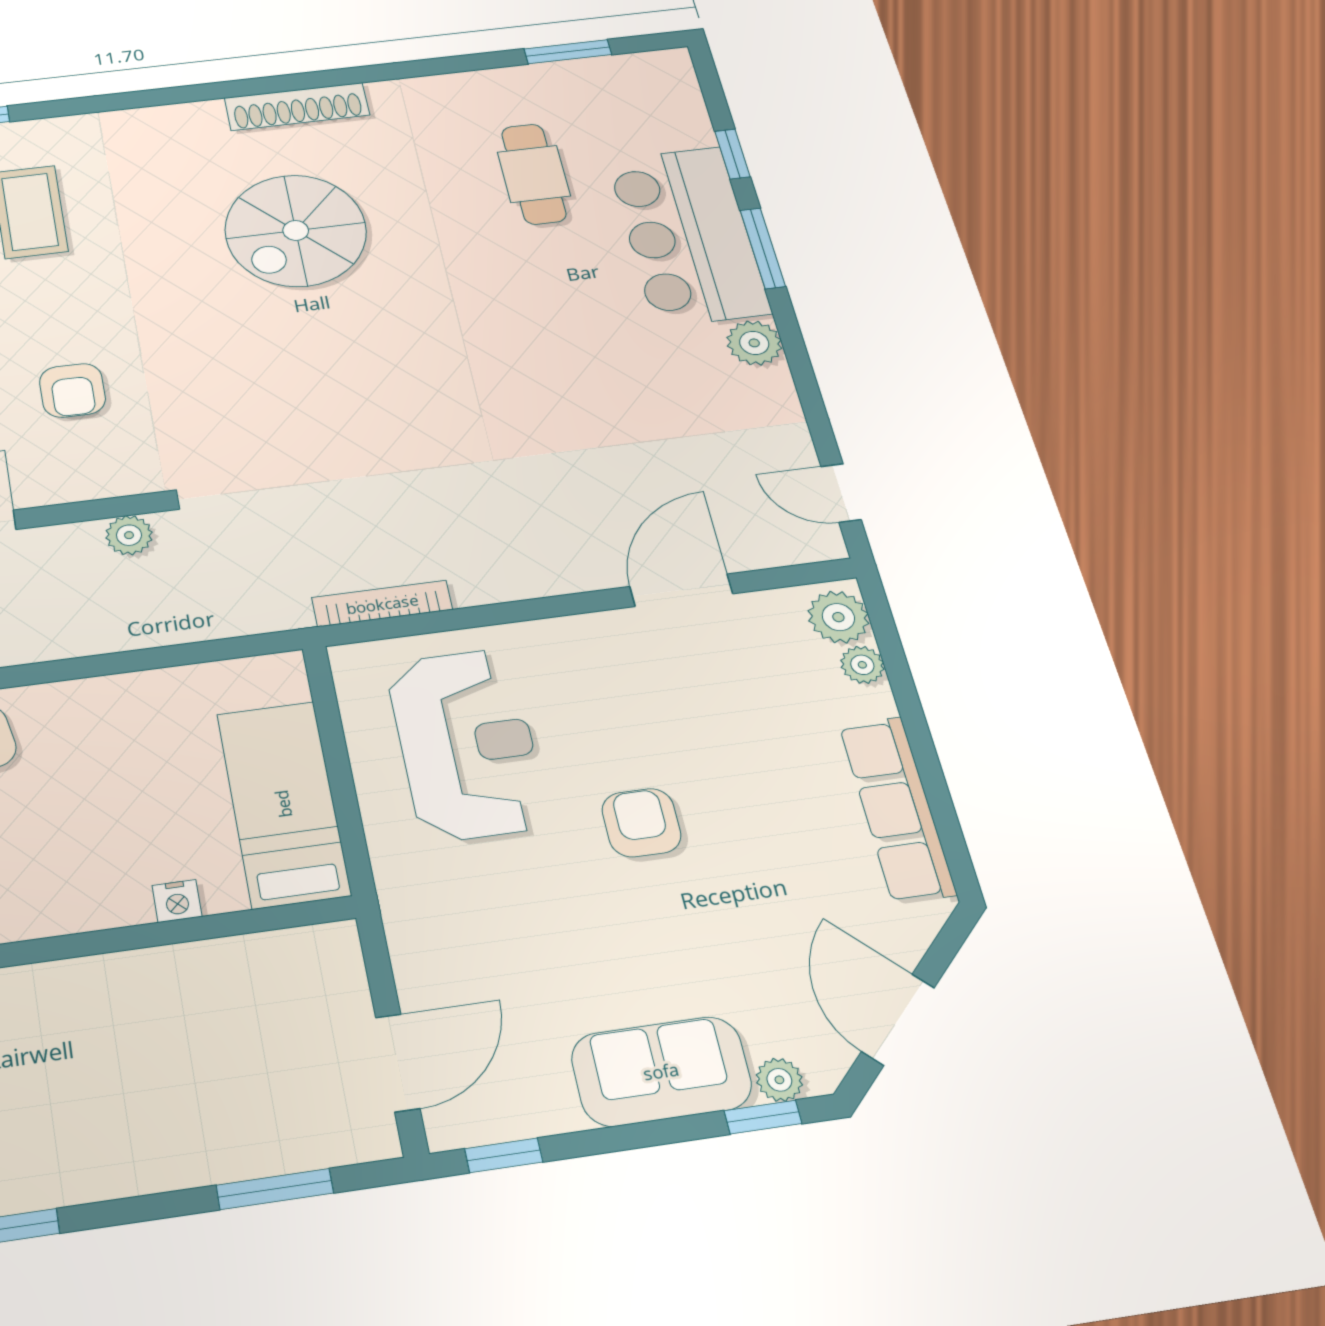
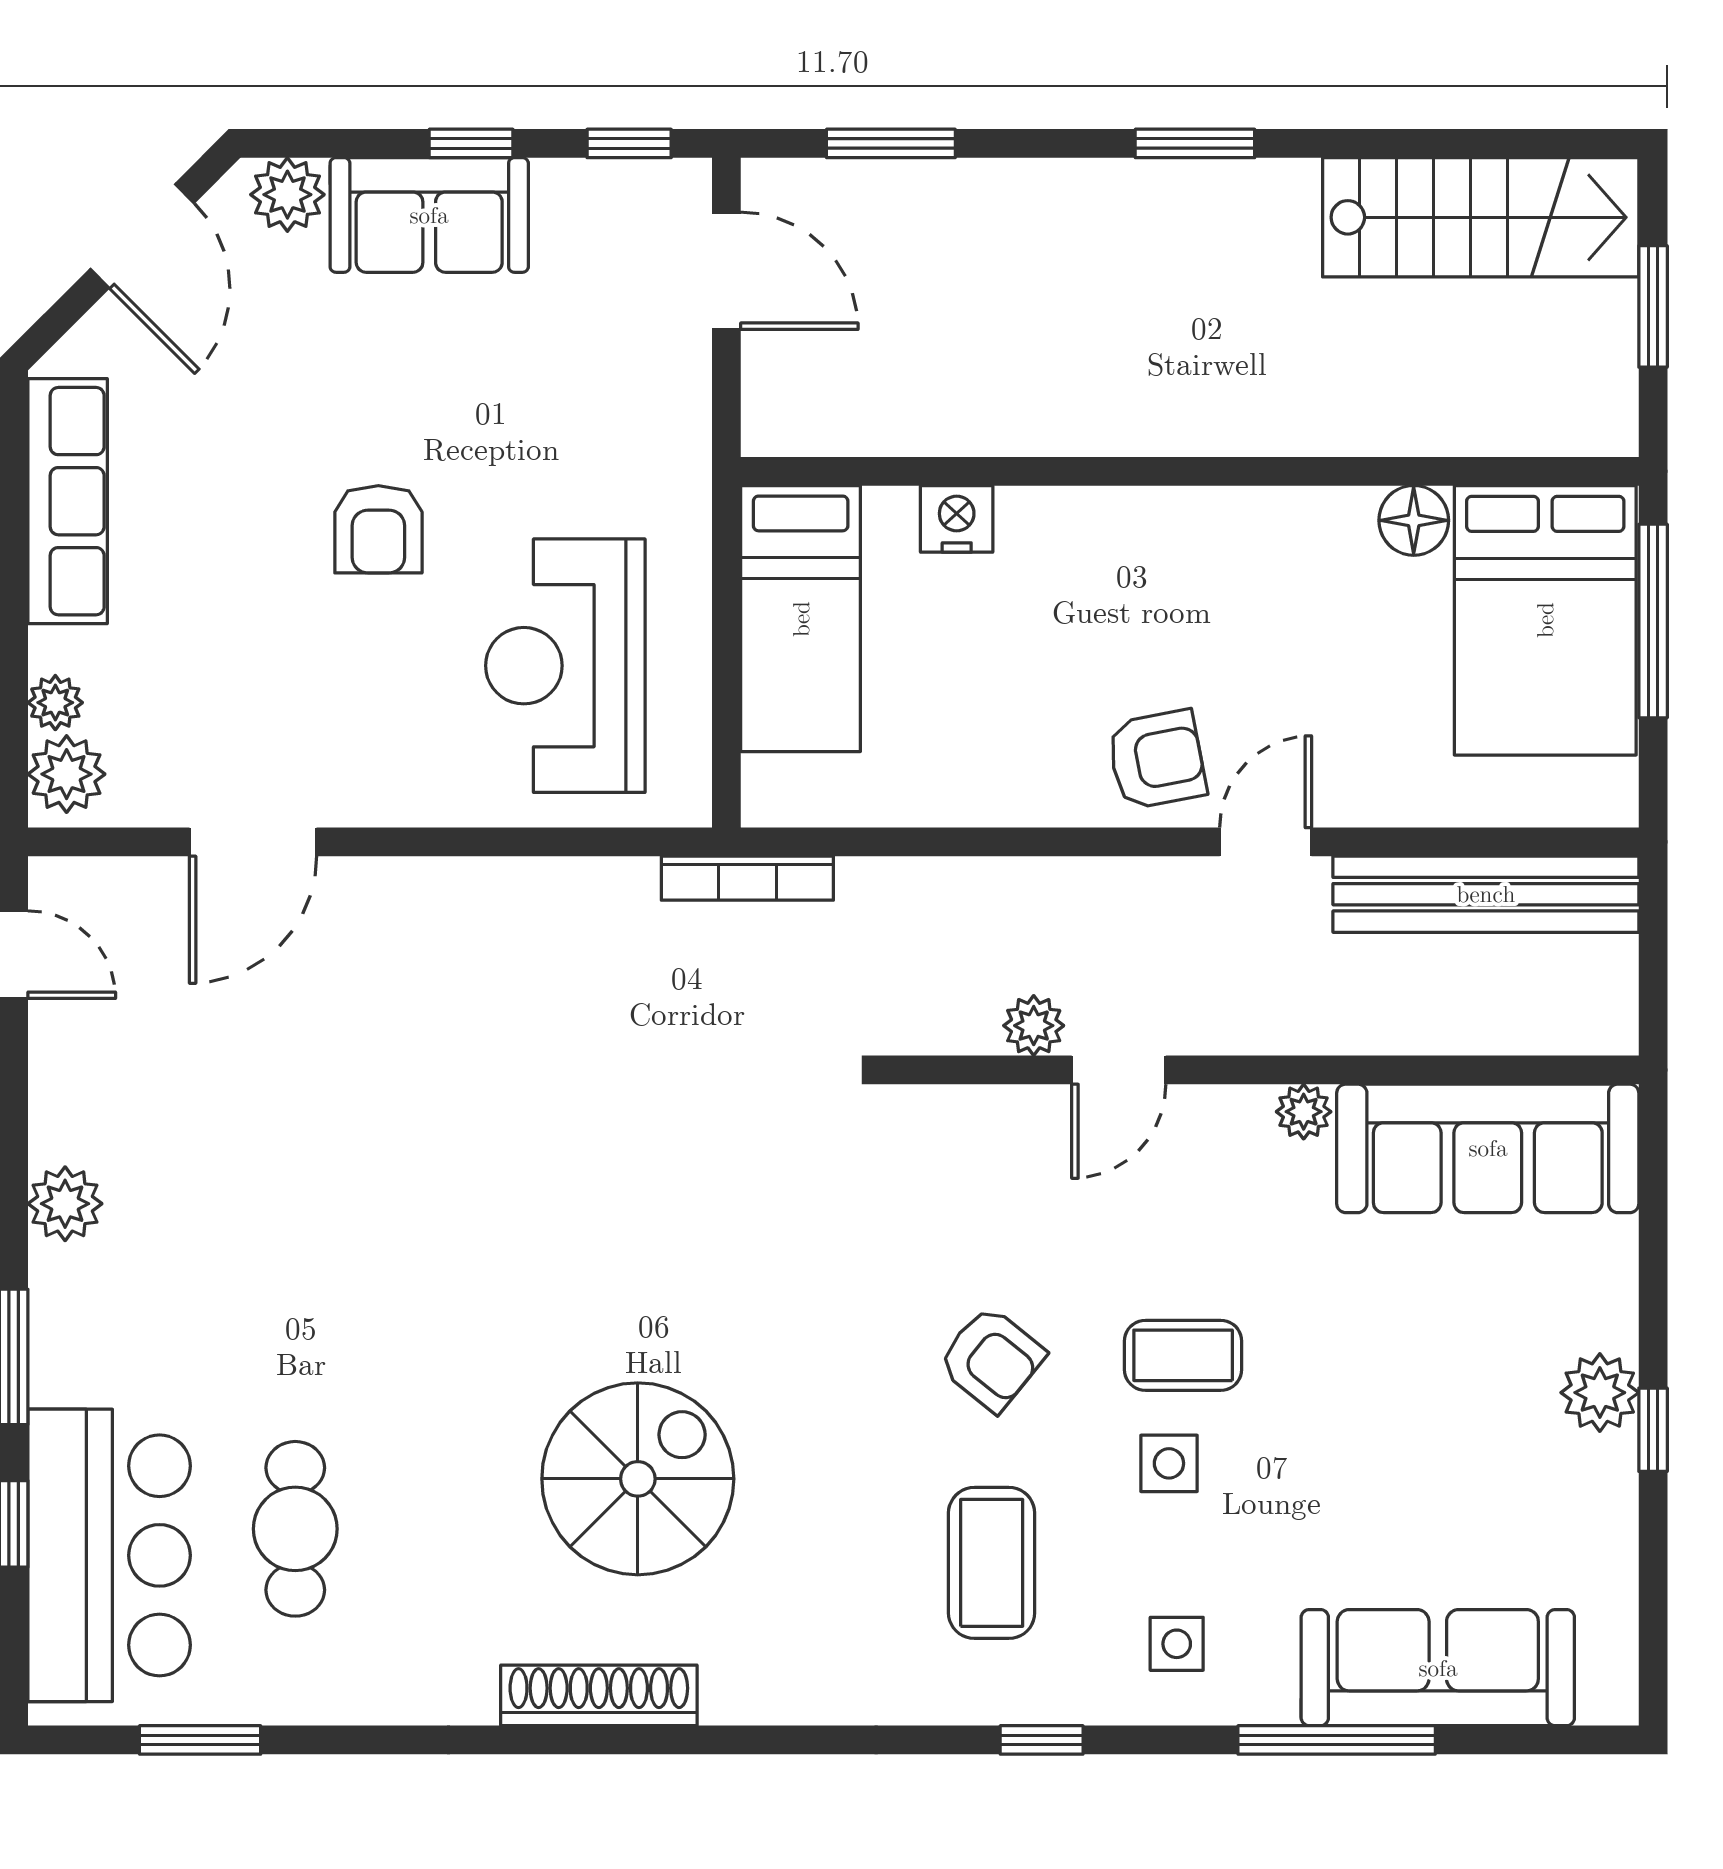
bar counter: (688, 236) -> (109, 1555), moved
armchair: (72, 390) -> (991, 1359), moved, turned 129
plant: (129, 535) -> (1034, 1026), moved
bookcase: (382, 604) -> (747, 878), moved
nightstand: (177, 901) -> (957, 519), width x1.39, depth x1.35
door: (398, 1063) -> (726, 271), swing flipped
plant: (779, 1080) -> (287, 195), width x1.38, depth x1.38
window: (763, 1117) -> (471, 143), moved

